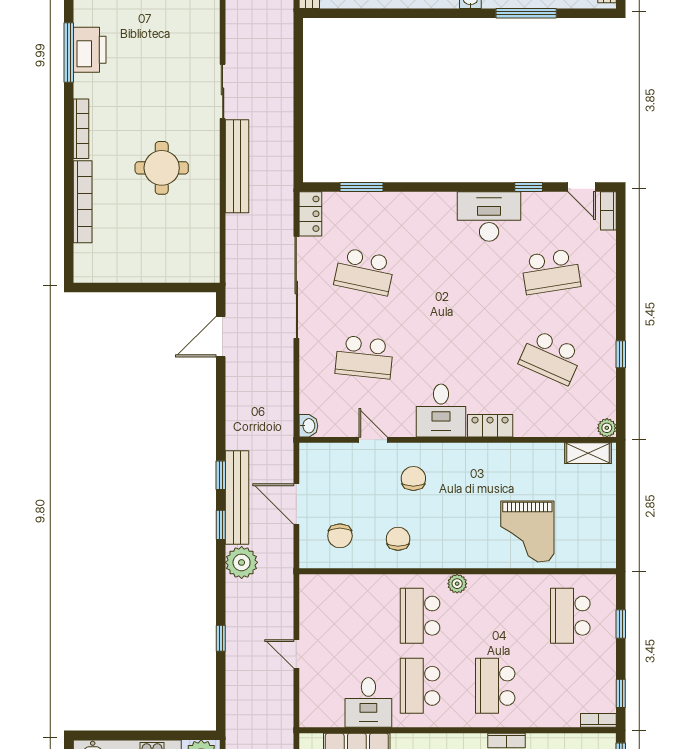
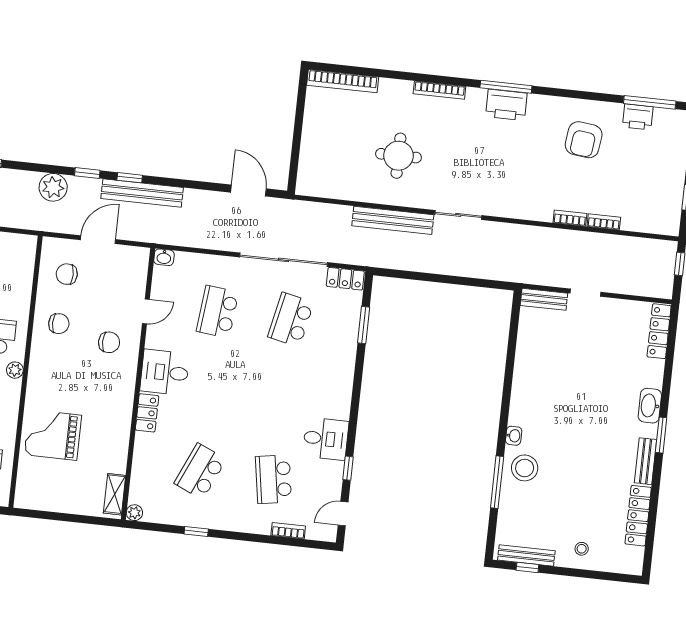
bookcase: (83, 202) -> (343, 81), moved
bookcase: (608, 211) -> (288, 531), moved
desk: (489, 216) -> (326, 439), width x0.73
bench: (237, 498) -> (142, 193), moved

